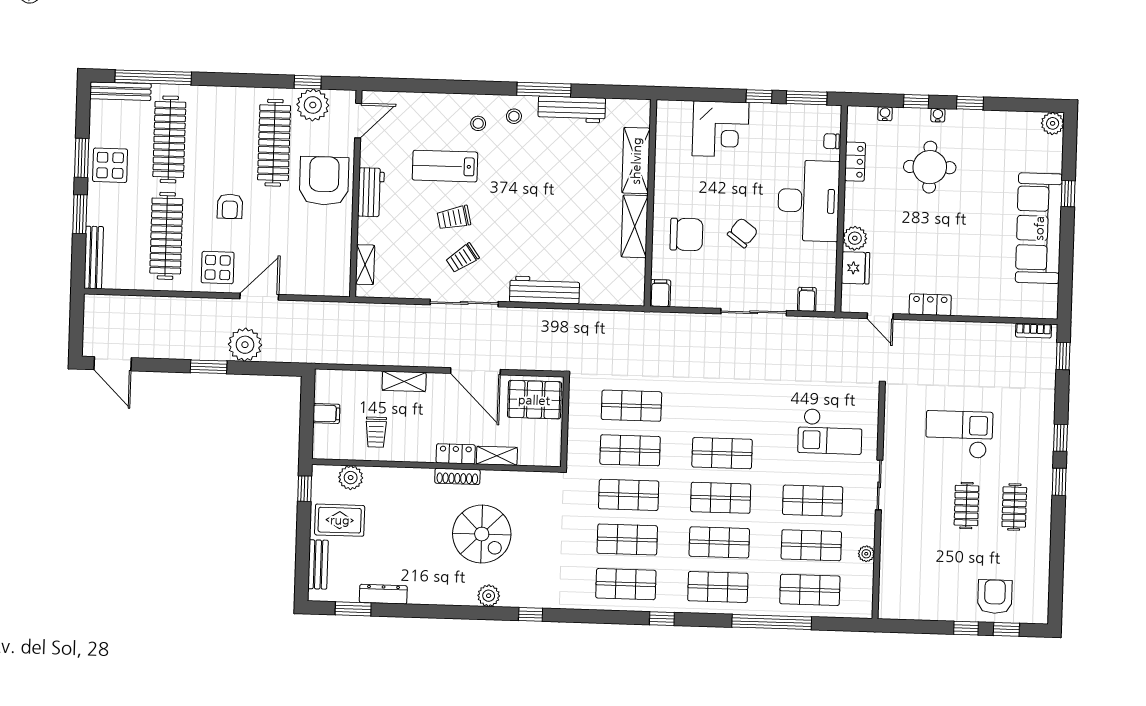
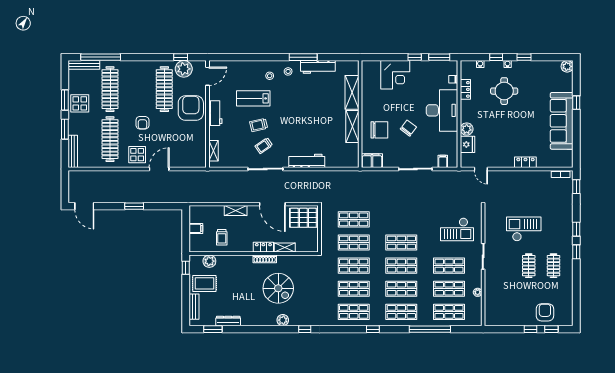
filing cabinet: (660, 293) -> (372, 161), width x2.00
locker: (930, 305) -> (525, 162), moved
plant: (245, 345) -> (153, 194), removed

